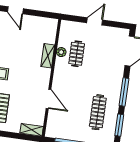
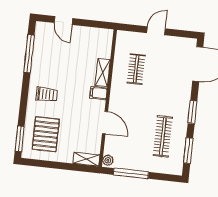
plant: (61, 52) -> (108, 160), moved
filing cabinet: (44, 73) -> (98, 93), added
window: (124, 92) -> (192, 112), width x0.69

